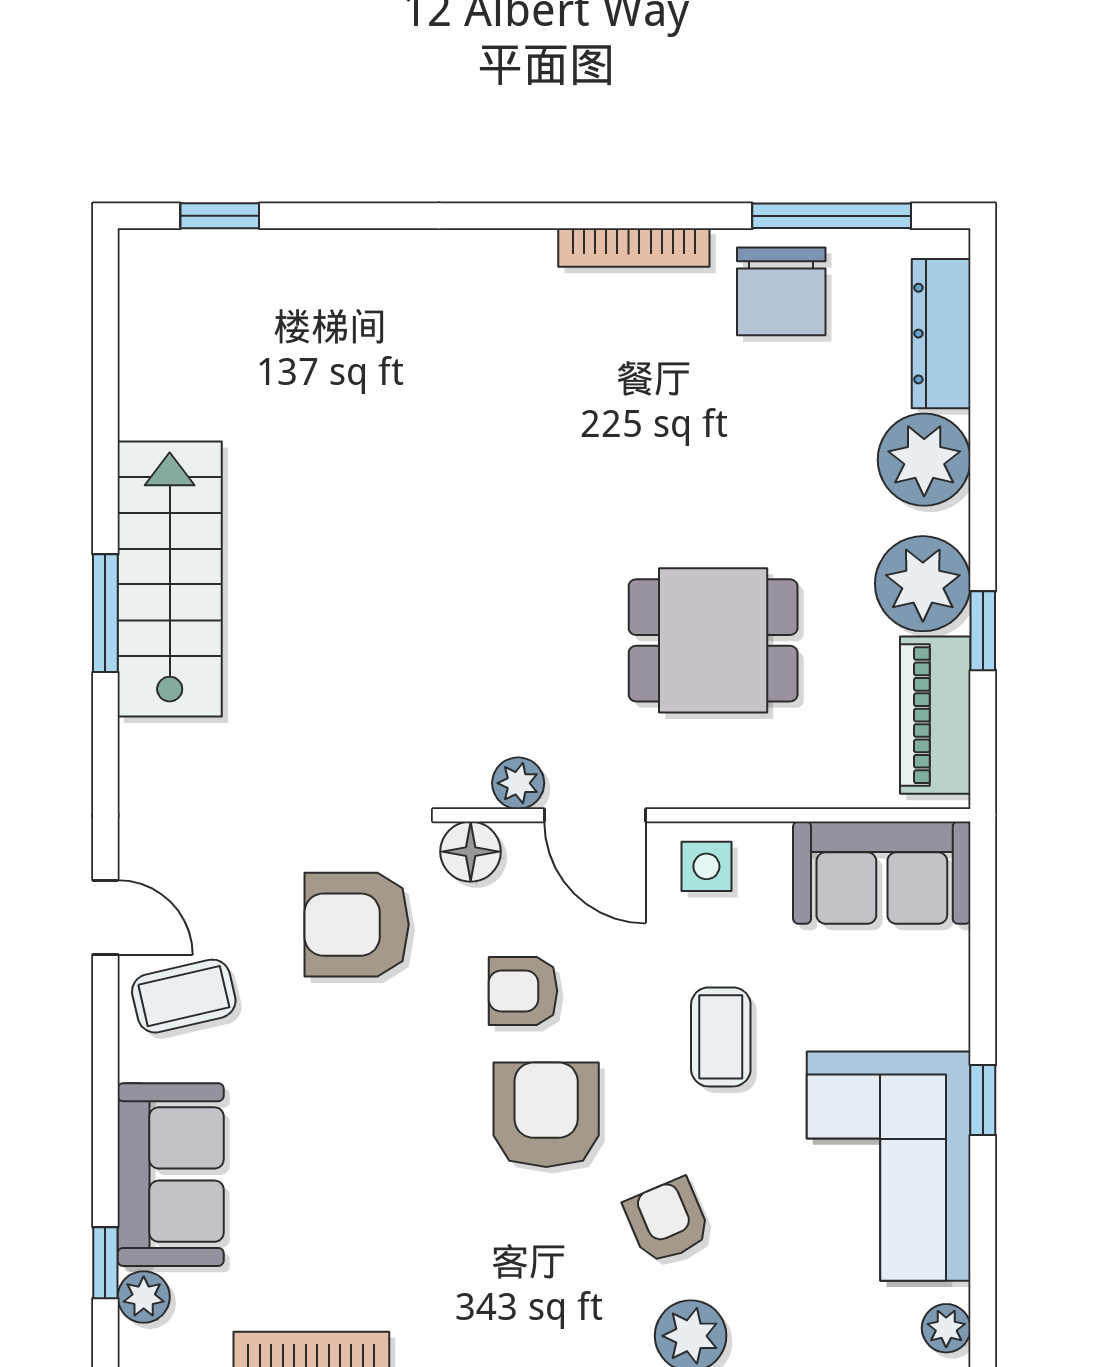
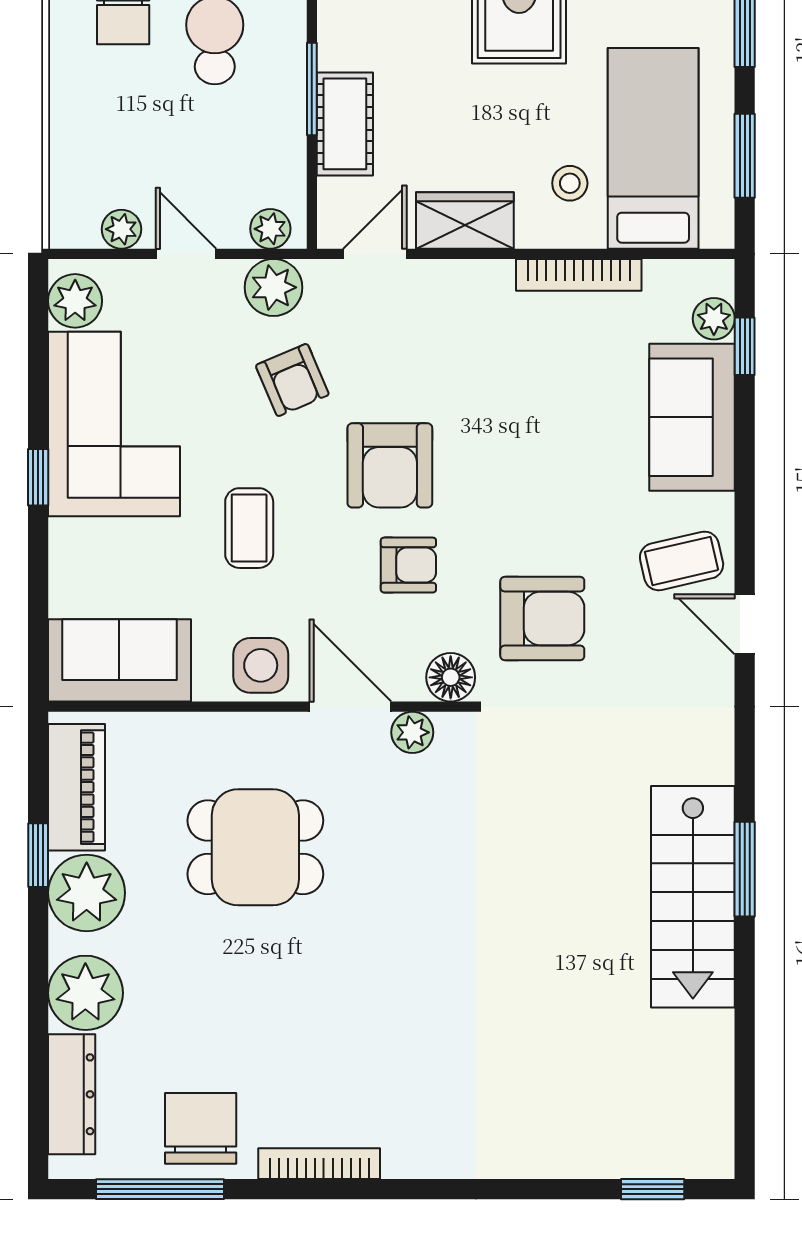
side table: (706, 866) -> (261, 665), width x1.37, depth x1.37
plant: (946, 1328) -> (75, 301), width x1.38, depth x1.38

